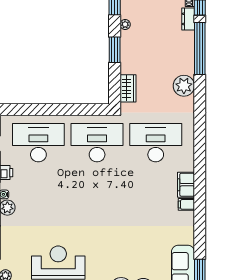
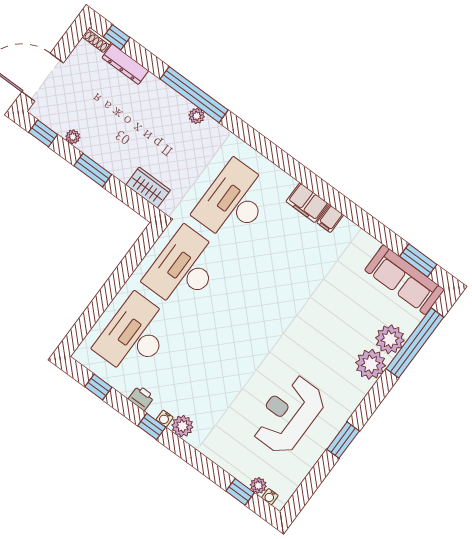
dresser: (188, 19) -> (125, 64), width x1.44
window: (200, 49) -> (194, 95), moved
plant: (184, 86) -> (197, 116), width x0.53, depth x0.53

